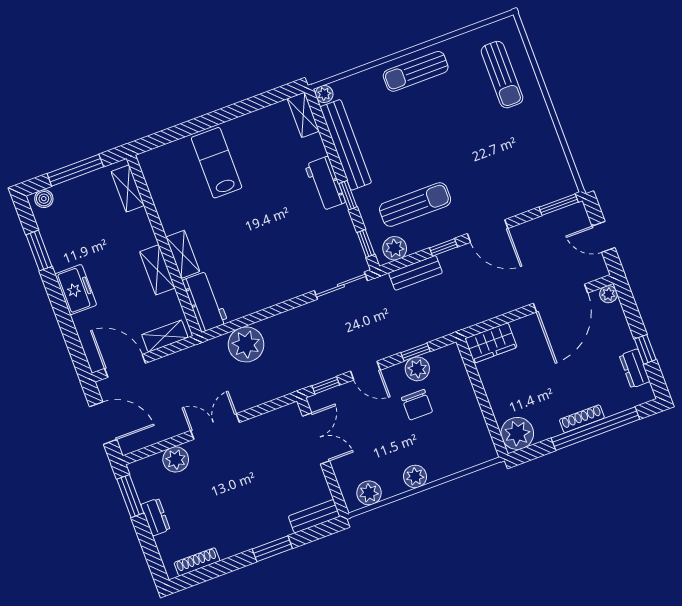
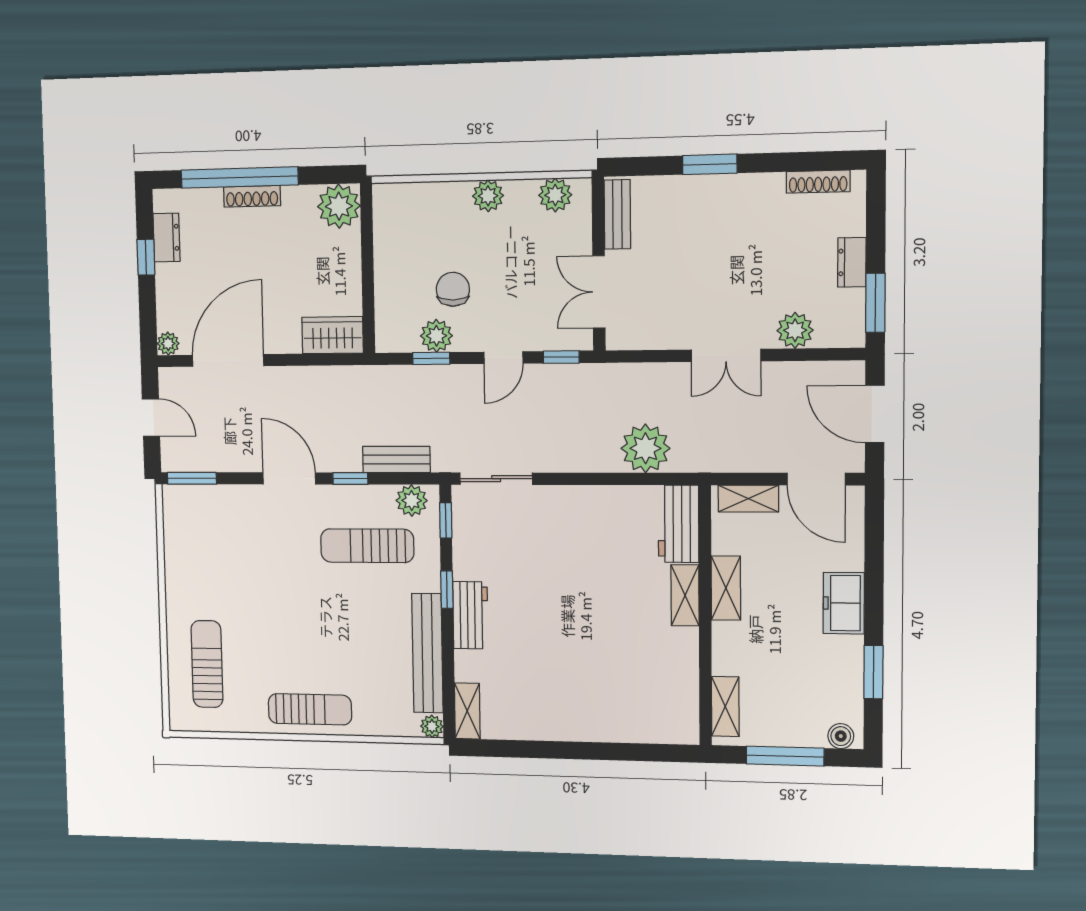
lab bench: (217, 163) -> (598, 694), removed
door: (365, 371) -> (503, 358), swing flipped
bench: (314, 516) -> (617, 214), moved, turned 90

